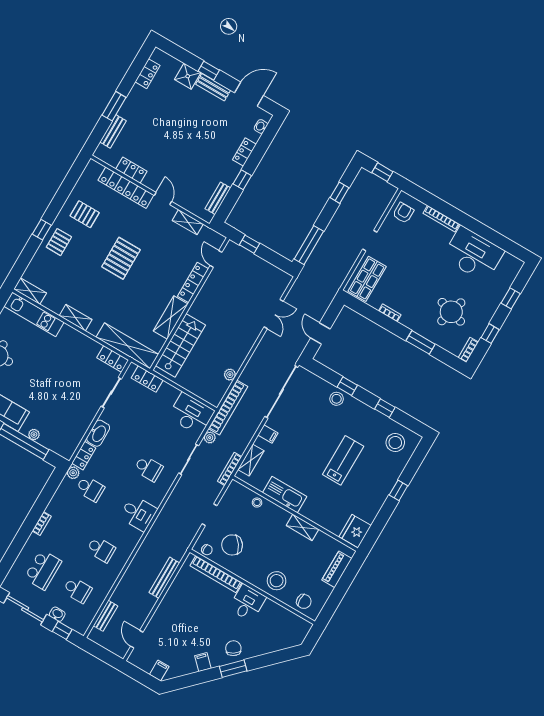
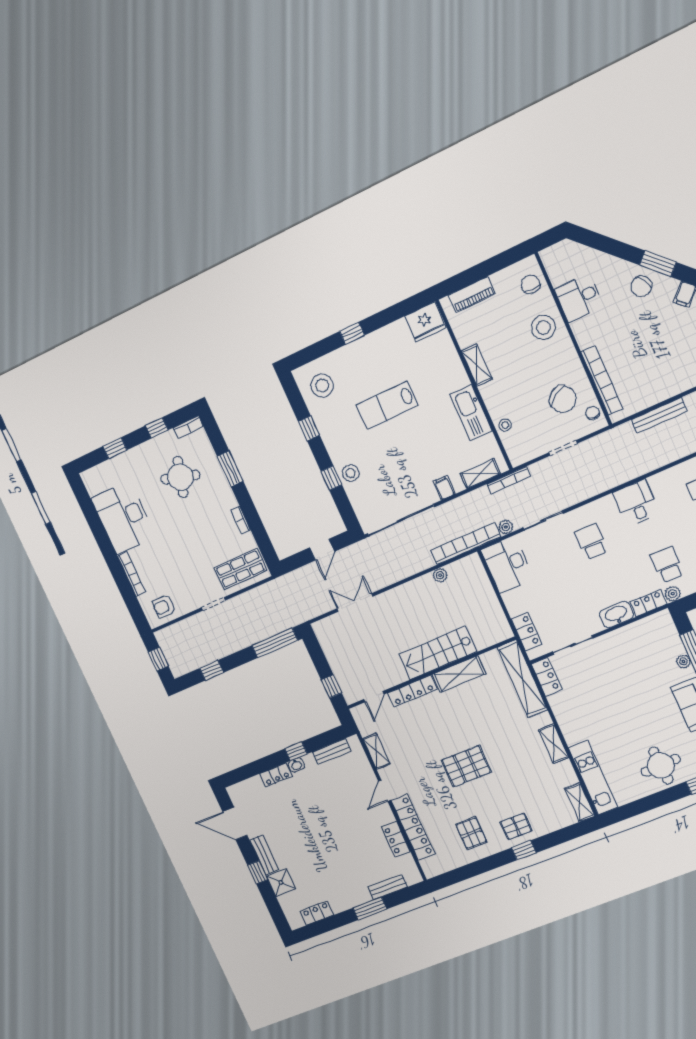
washbasin: (261, 126) -> (296, 765), moved
stairs: (180, 345) -> (438, 653), moved
desk: (247, 603) -> (579, 298), moved

